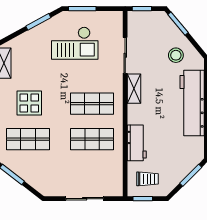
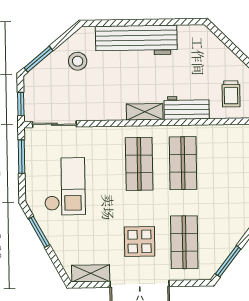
window: (82, 9) -> (22, 157), moved
sliding door: (125, 55) -> (54, 124), moved
shelving: (134, 89) -> (145, 112), moved
window: (191, 175) -> (226, 41), removed
trolley: (147, 179) -> (231, 94), turned 180

